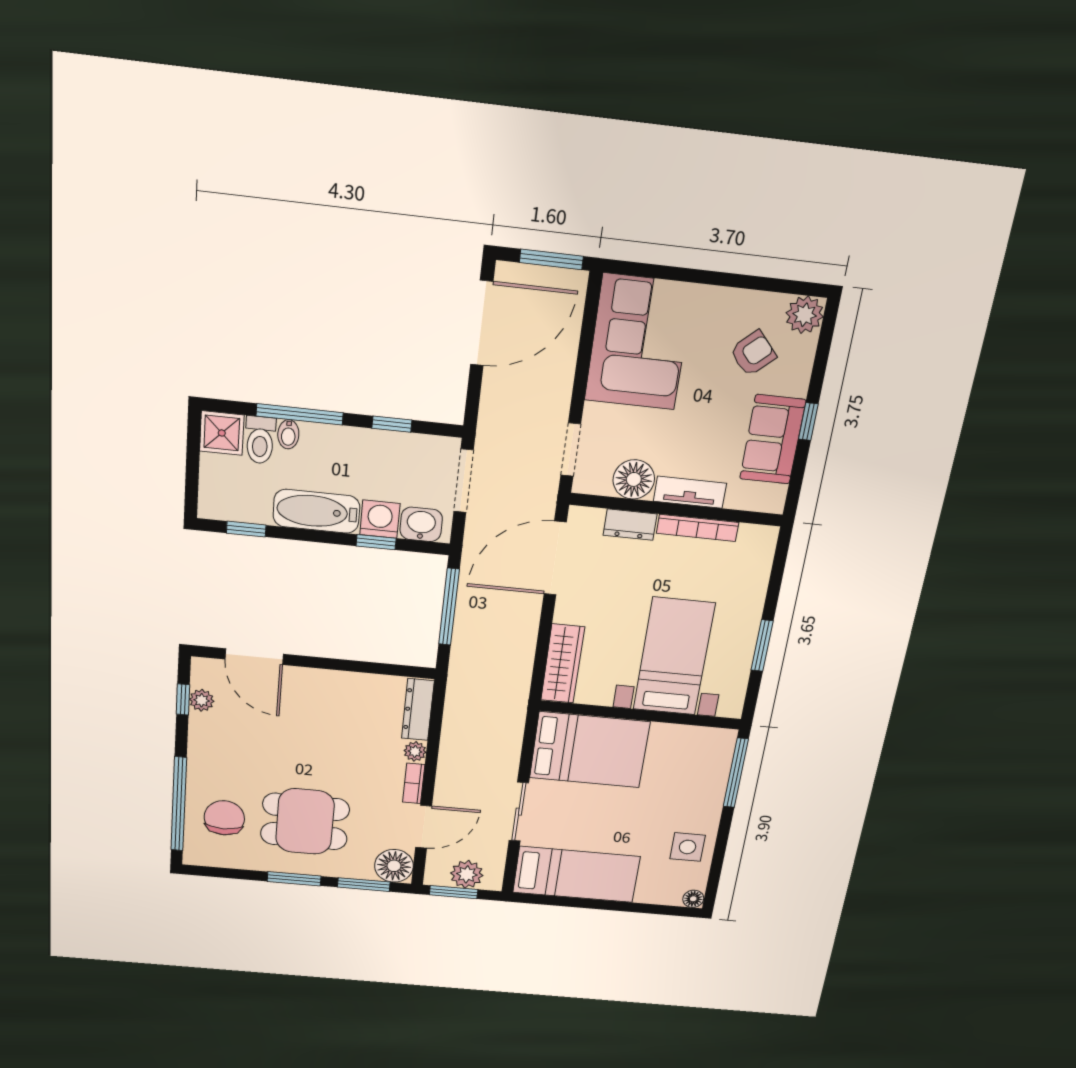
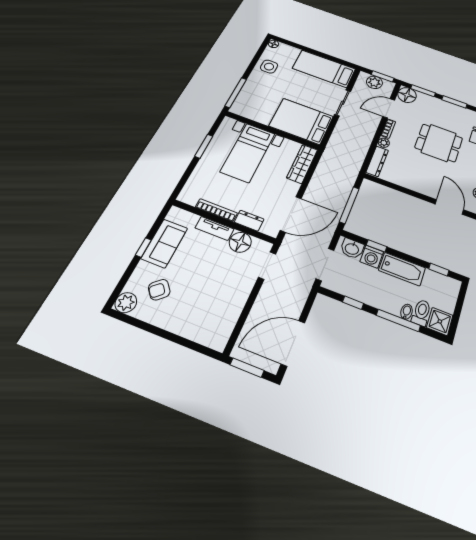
corner sofa: (639, 342) -> (215, 311), removed
dining table: (305, 822) -> (439, 143), moved

